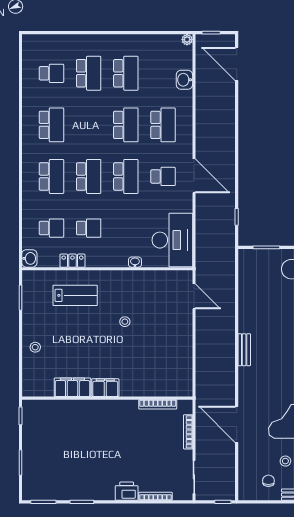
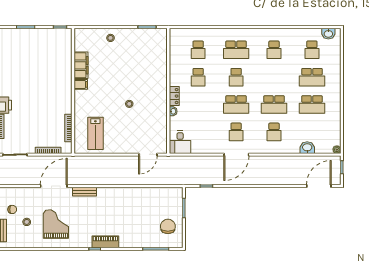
school desk: (51, 125) -> (274, 50), width x0.54
school desk: (163, 125) -> (274, 132), width x0.54
school desk: (89, 176) -> (236, 77), width x0.54
desk: (172, 240) -> (180, 142), width x0.53, depth x0.77
washbasin: (29, 258) -> (328, 34), moved
locker: (72, 261) -> (174, 96), moved
lab bench: (75, 295) -> (95, 133), moved
bench: (244, 350) -> (85, 192), moved
filing cabinet: (105, 388) -> (81, 84), width x0.50

